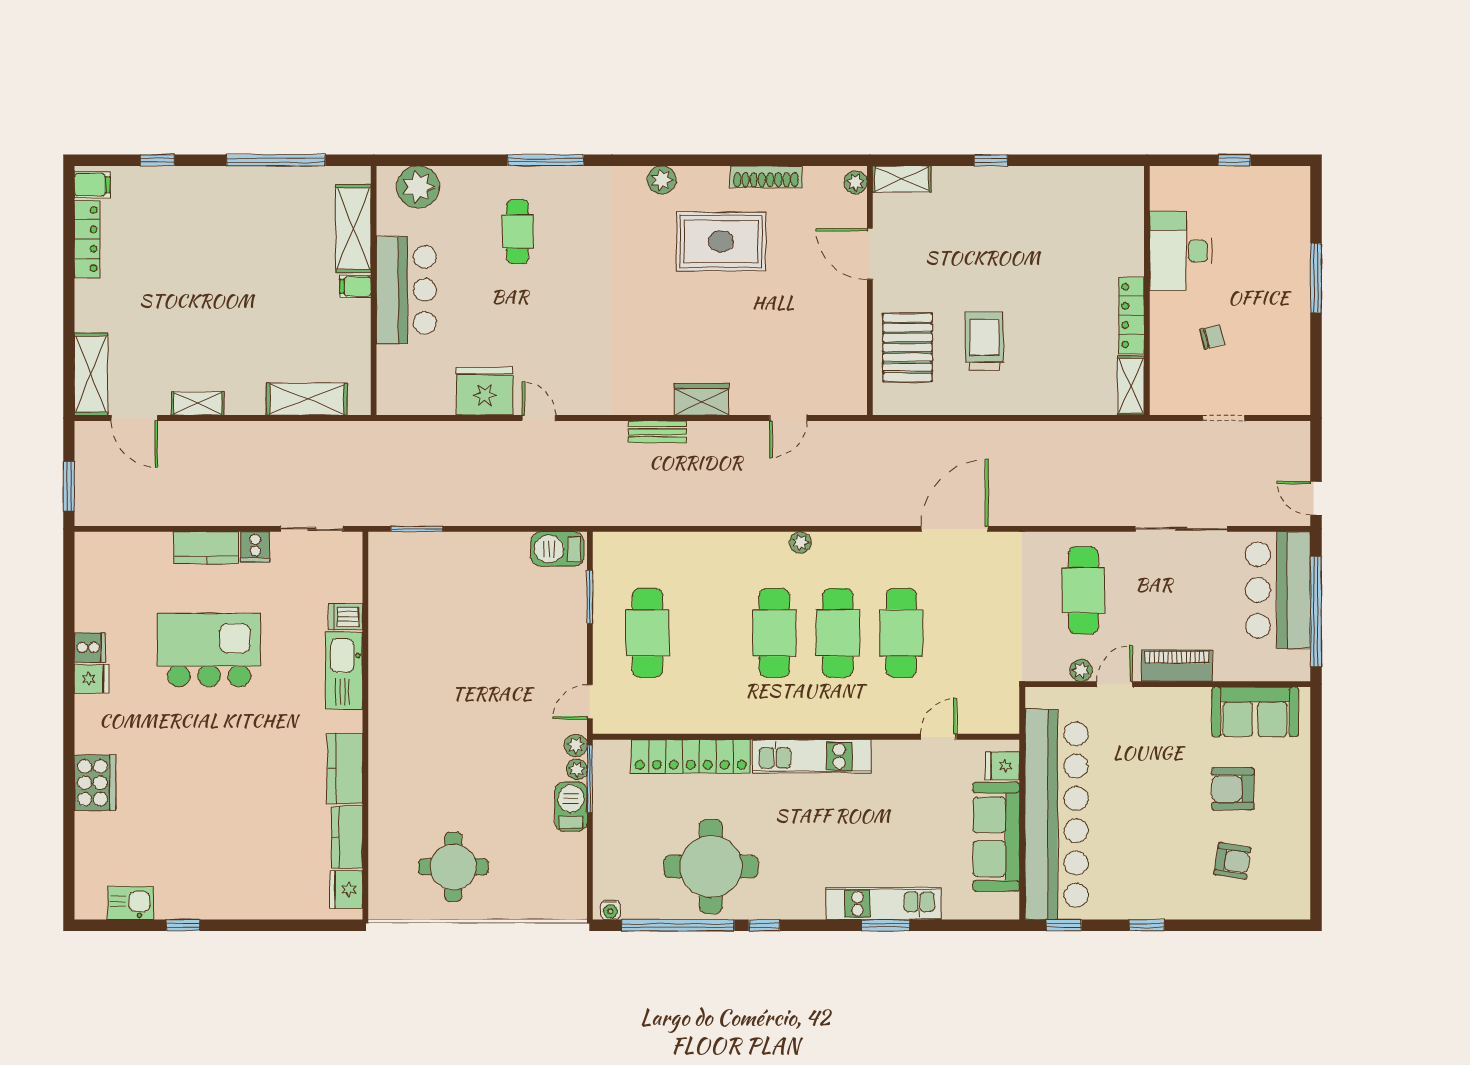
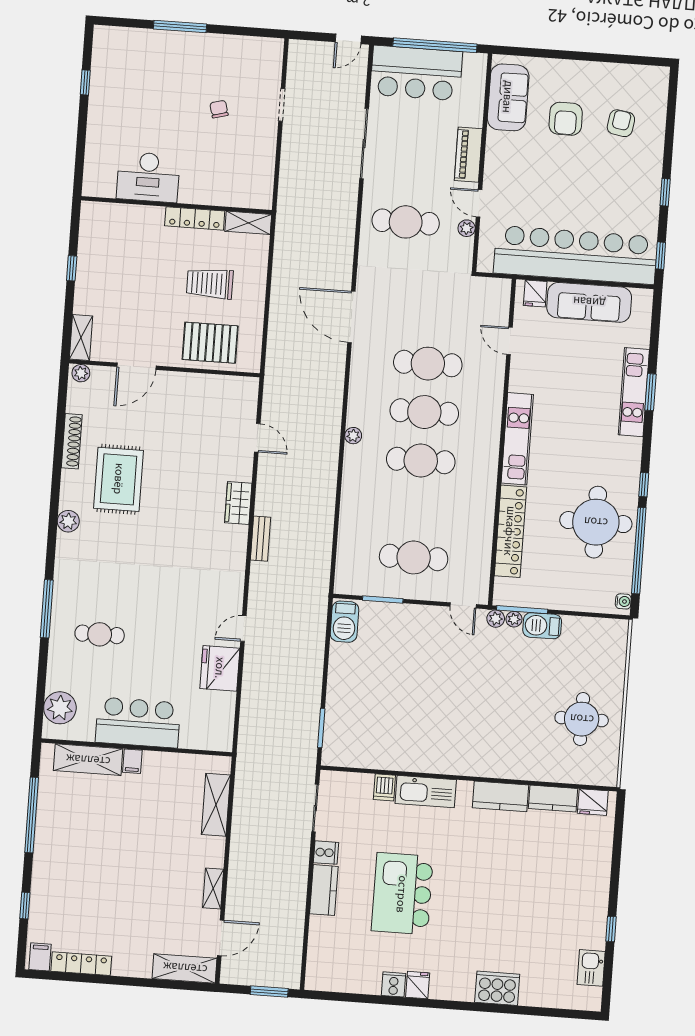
desk: (1181, 251) -> (148, 177), moved
wall: (1147, 291) -> (176, 205), moved
locker: (1131, 316) -> (195, 218), moved
shelving: (1131, 386) -> (248, 223), moved

